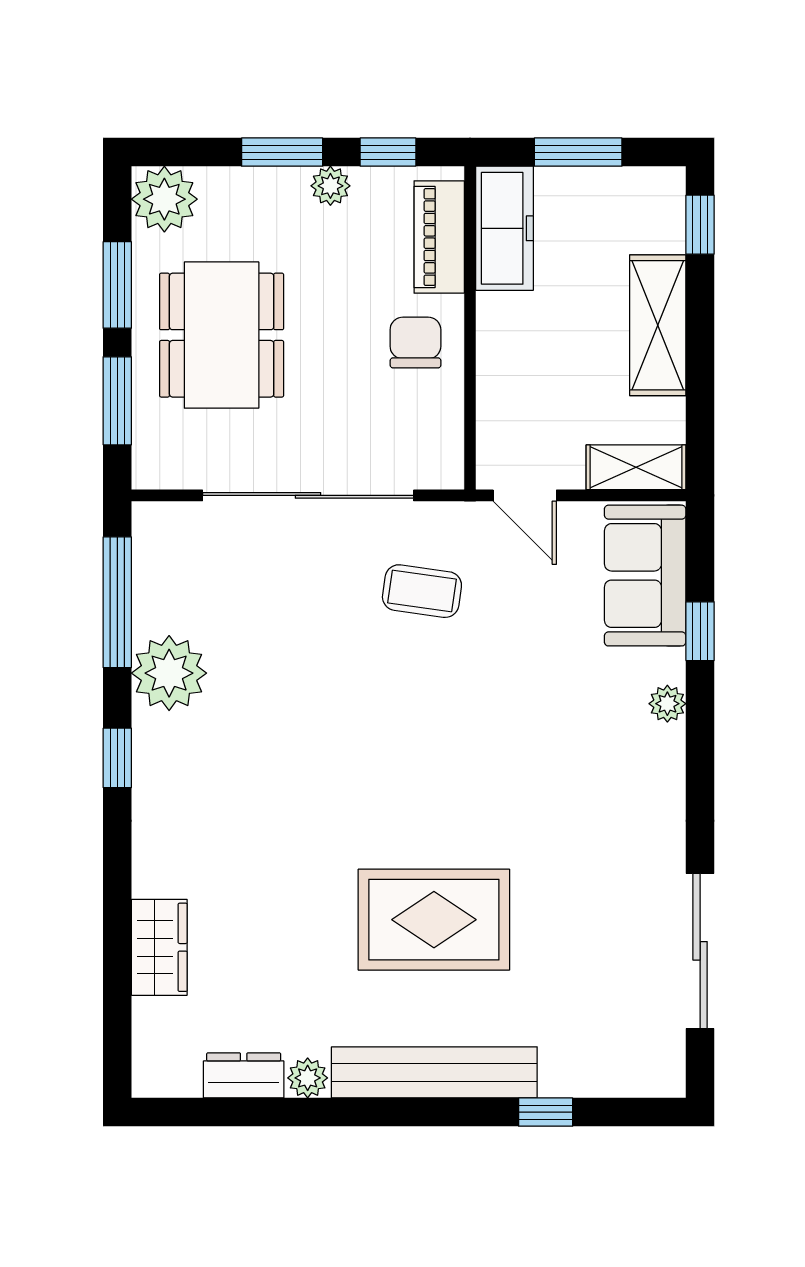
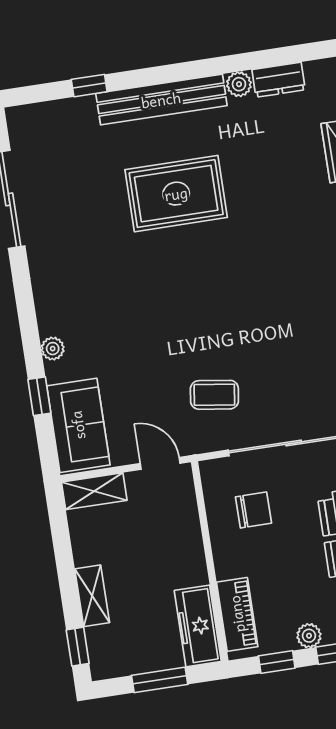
shelving: (658, 325) -> (92, 596), width x0.67, depth x0.75
chair: (415, 343) -> (254, 510), moved, turned -90

